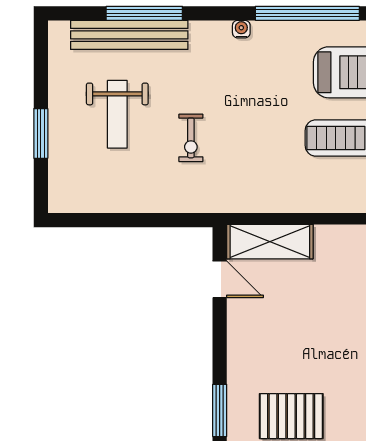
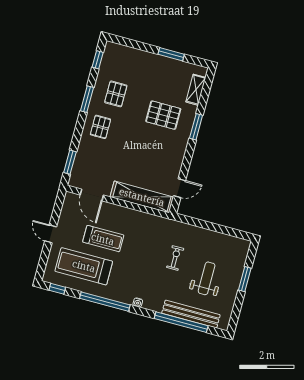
window: (144, 13) -> (181, 322), width x1.46
shelving: (270, 242) -> (142, 197), width x1.47
door: (220, 279) -> (179, 188), swing flipped

